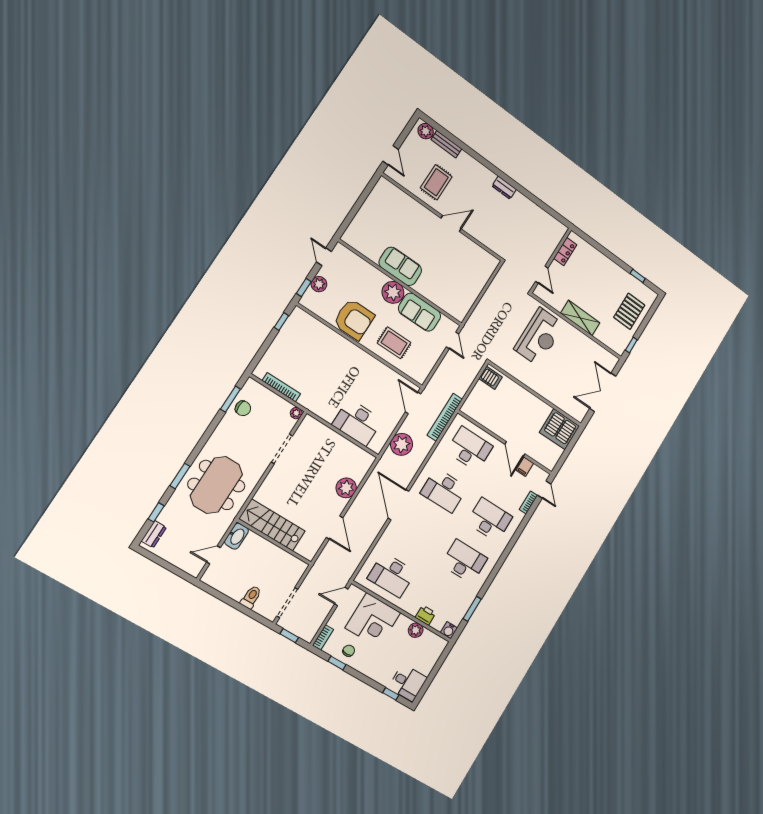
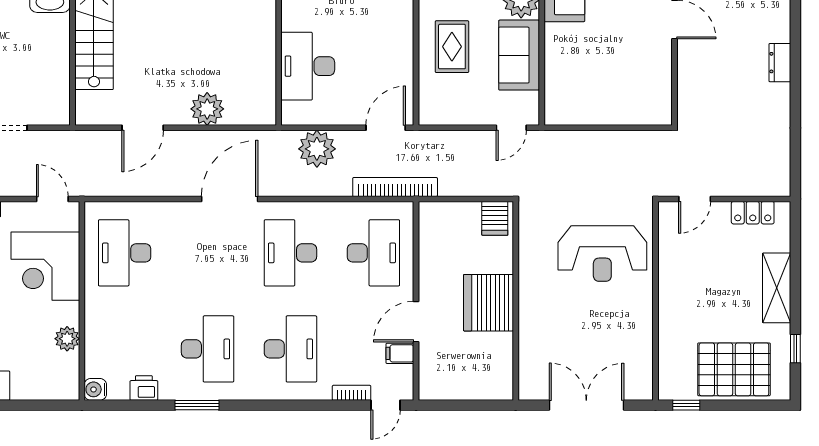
pallet: (629, 311) -> (734, 369), width x1.37, depth x1.41
shelving: (580, 318) -> (777, 288), moved
server rack: (559, 429) -> (488, 303), moved
window: (472, 609) -> (197, 405), moved
printer: (426, 615) -> (144, 388), moved, turned -90

